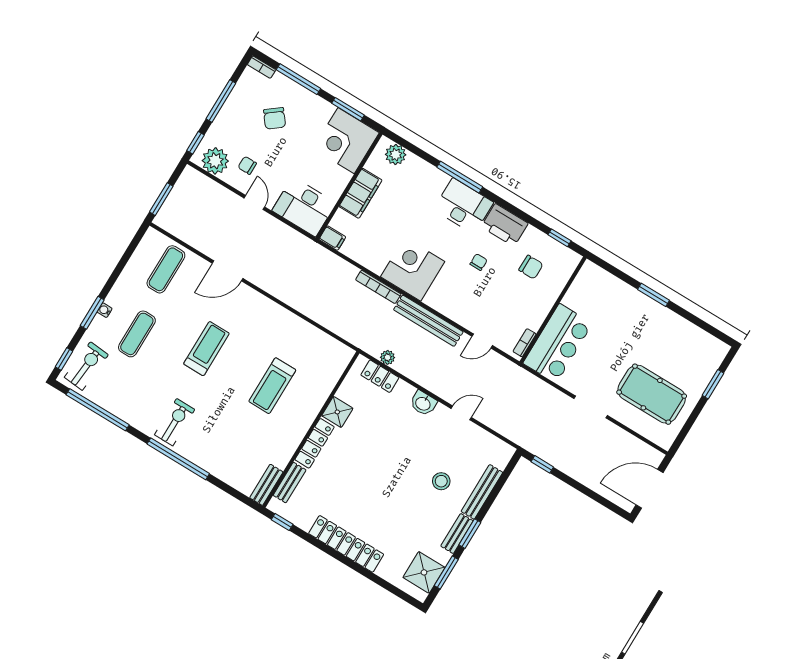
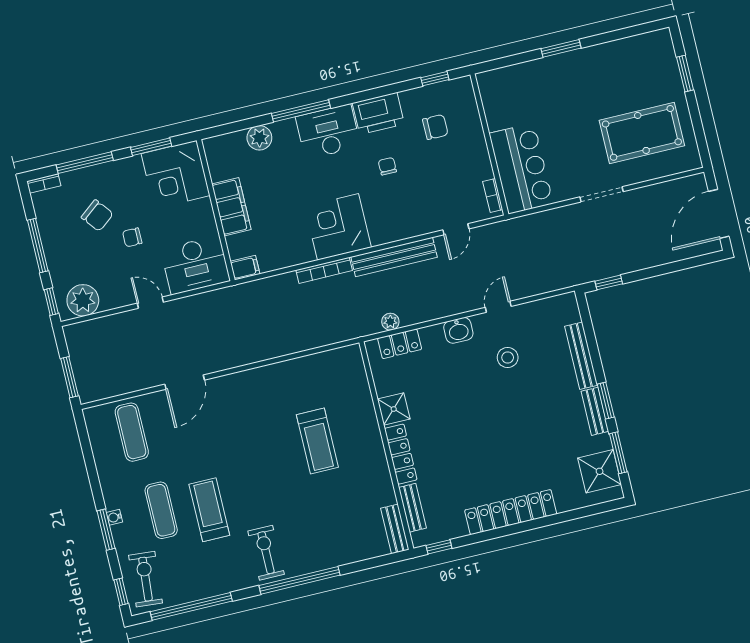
plant: (396, 155) -> (259, 138), moved
chair: (247, 165) -> (132, 237), moved
treadmill: (206, 349) -> (209, 510), moved
stool: (441, 481) -> (508, 358), moved

